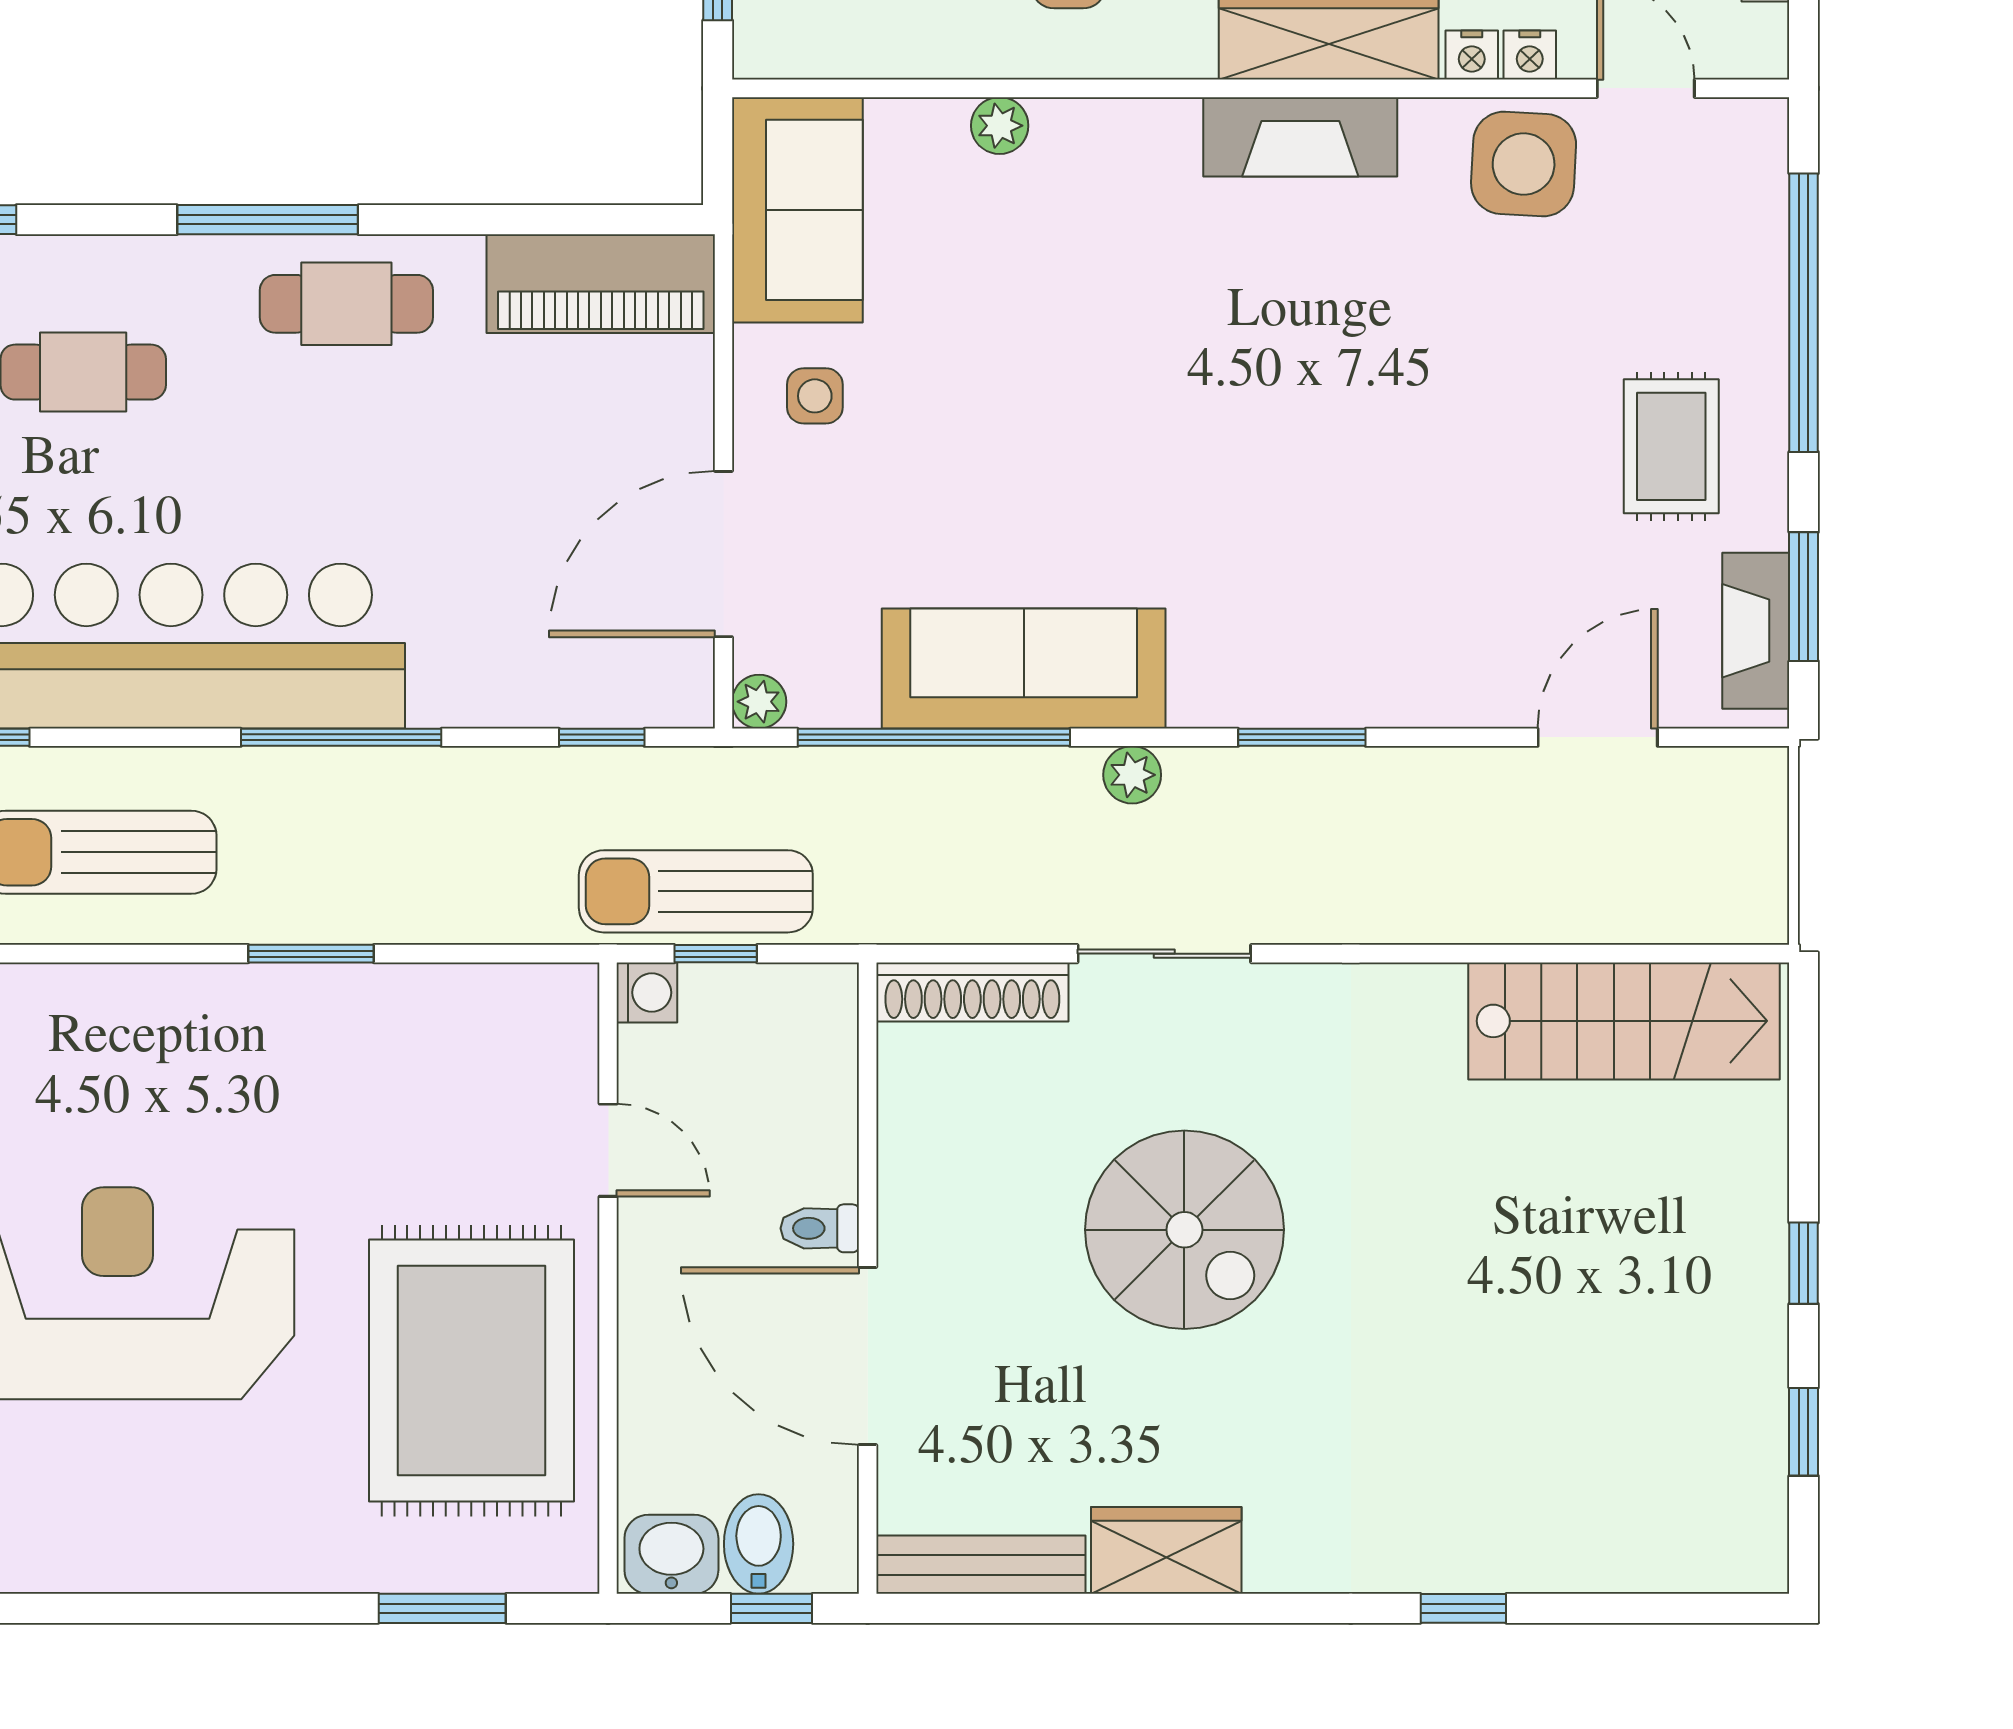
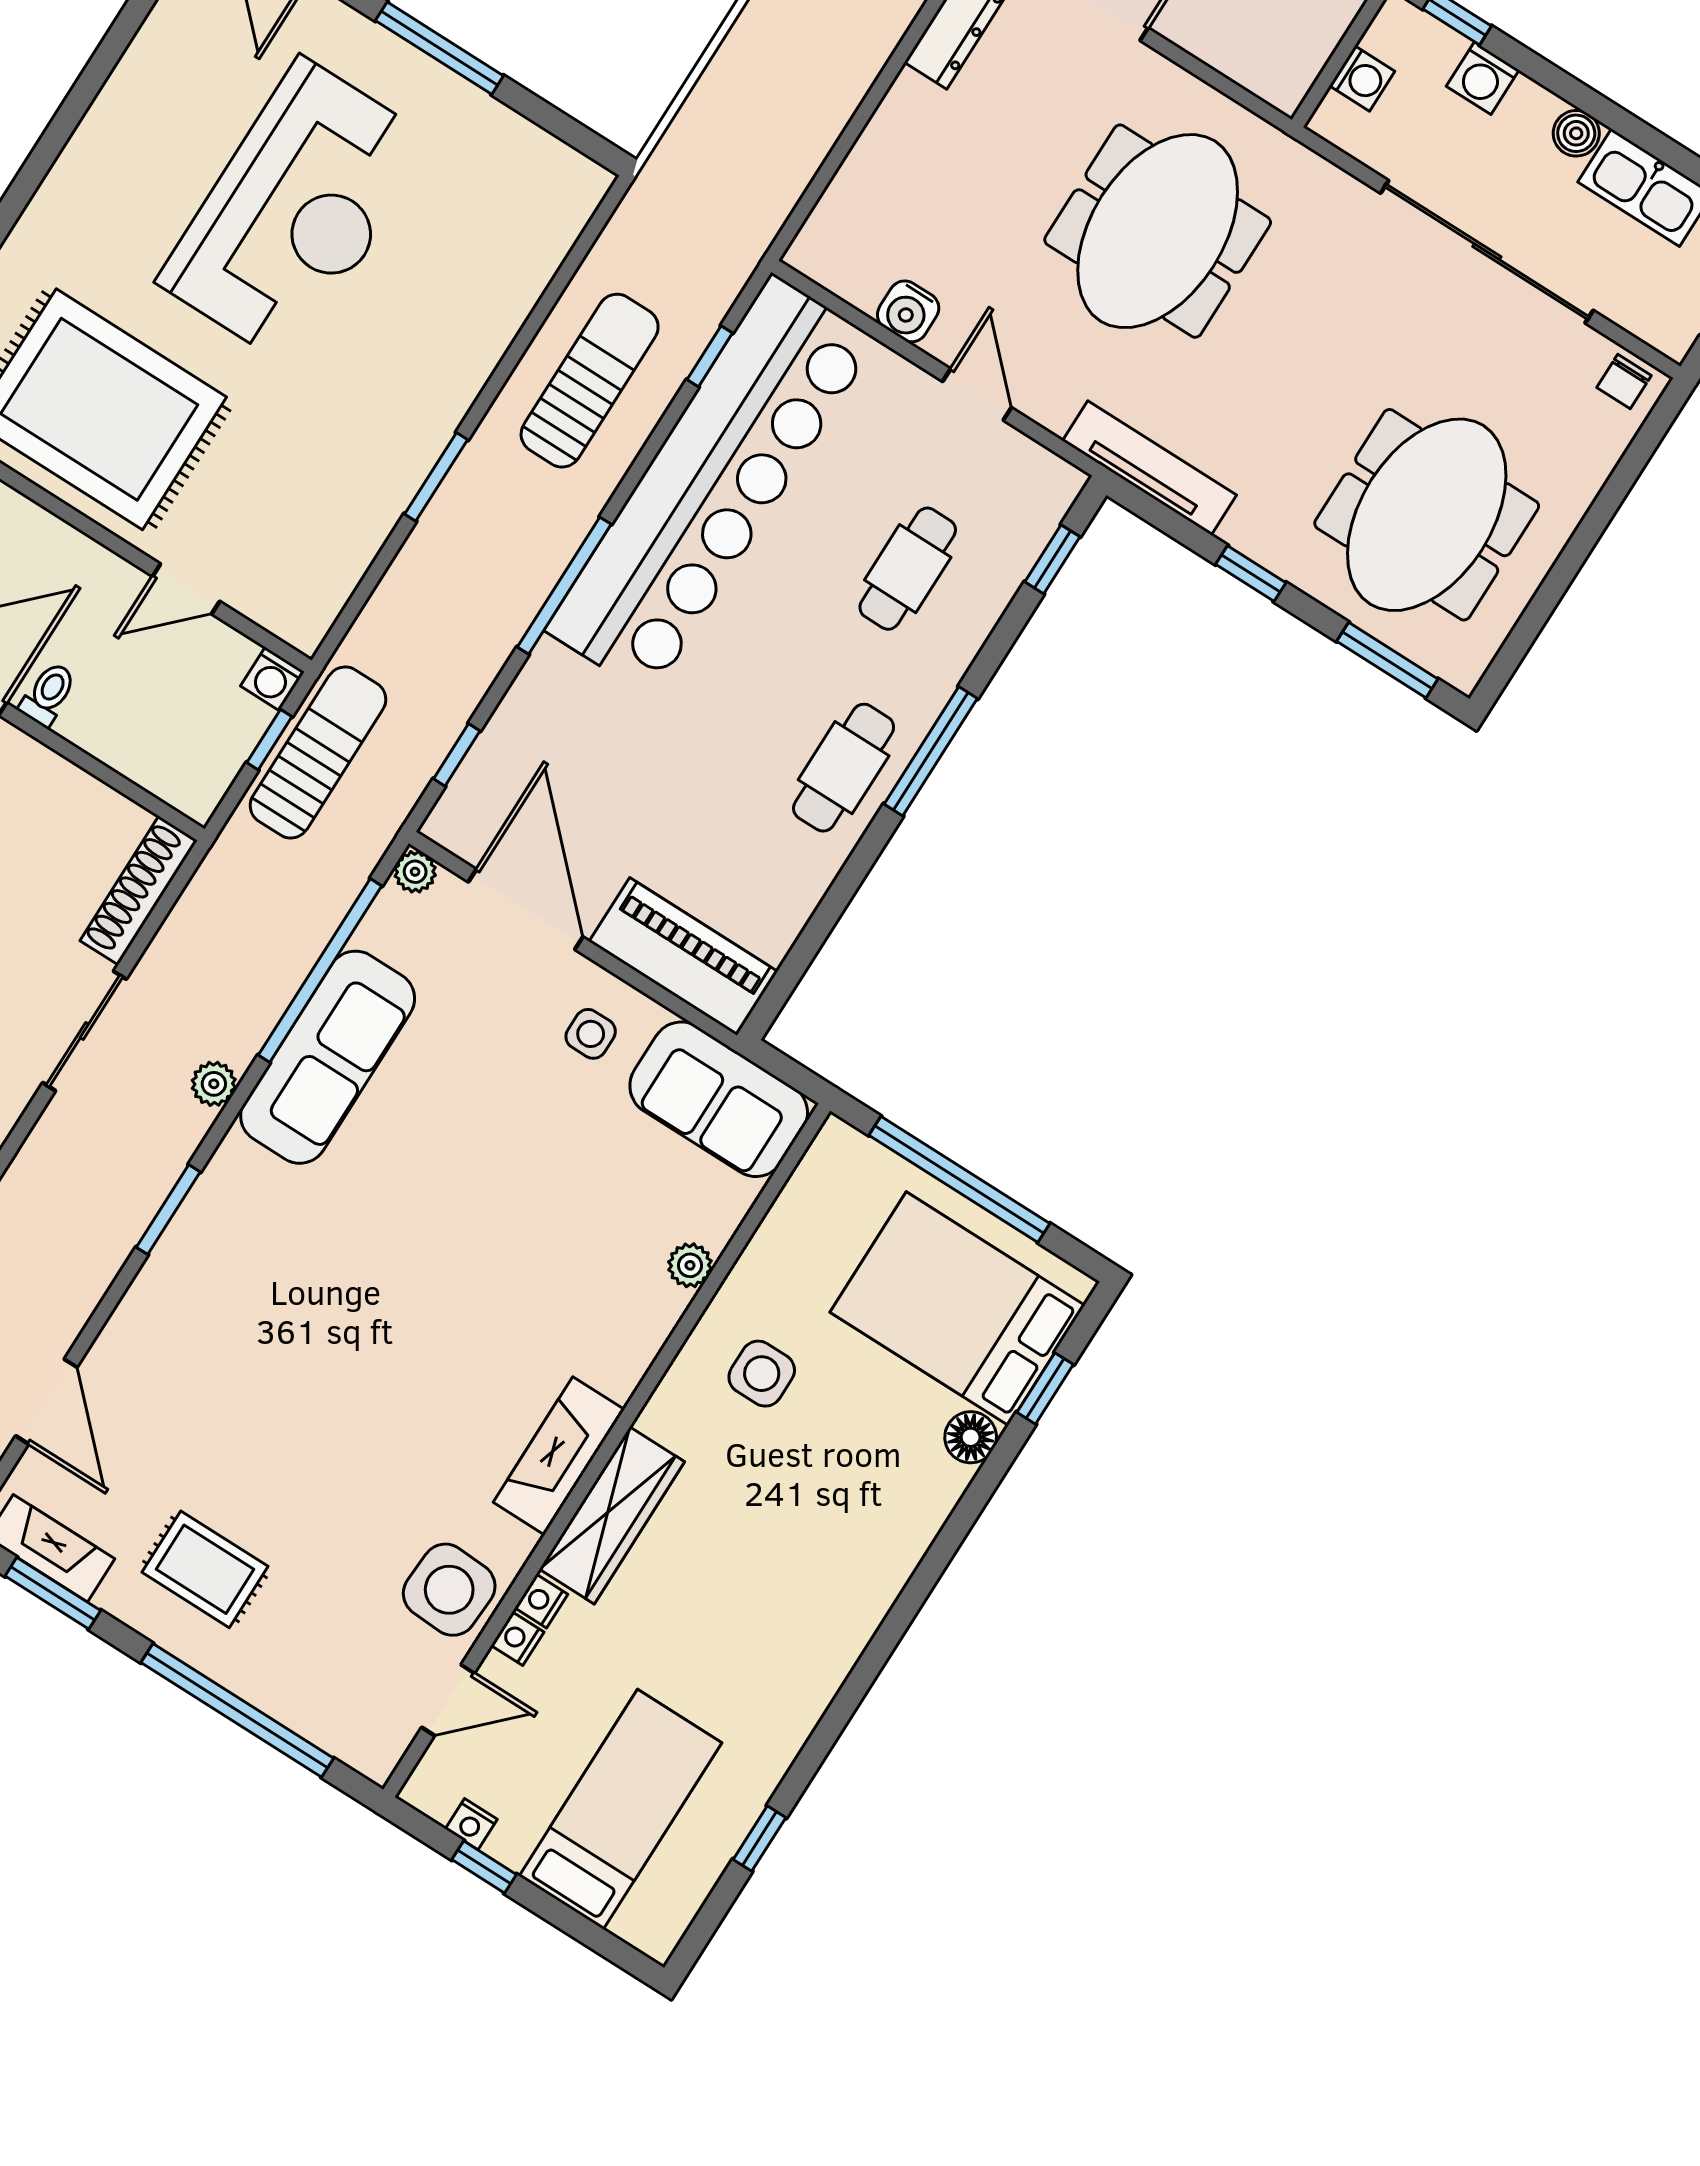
piano: (601, 284) -> (683, 956), moved, turned 90

